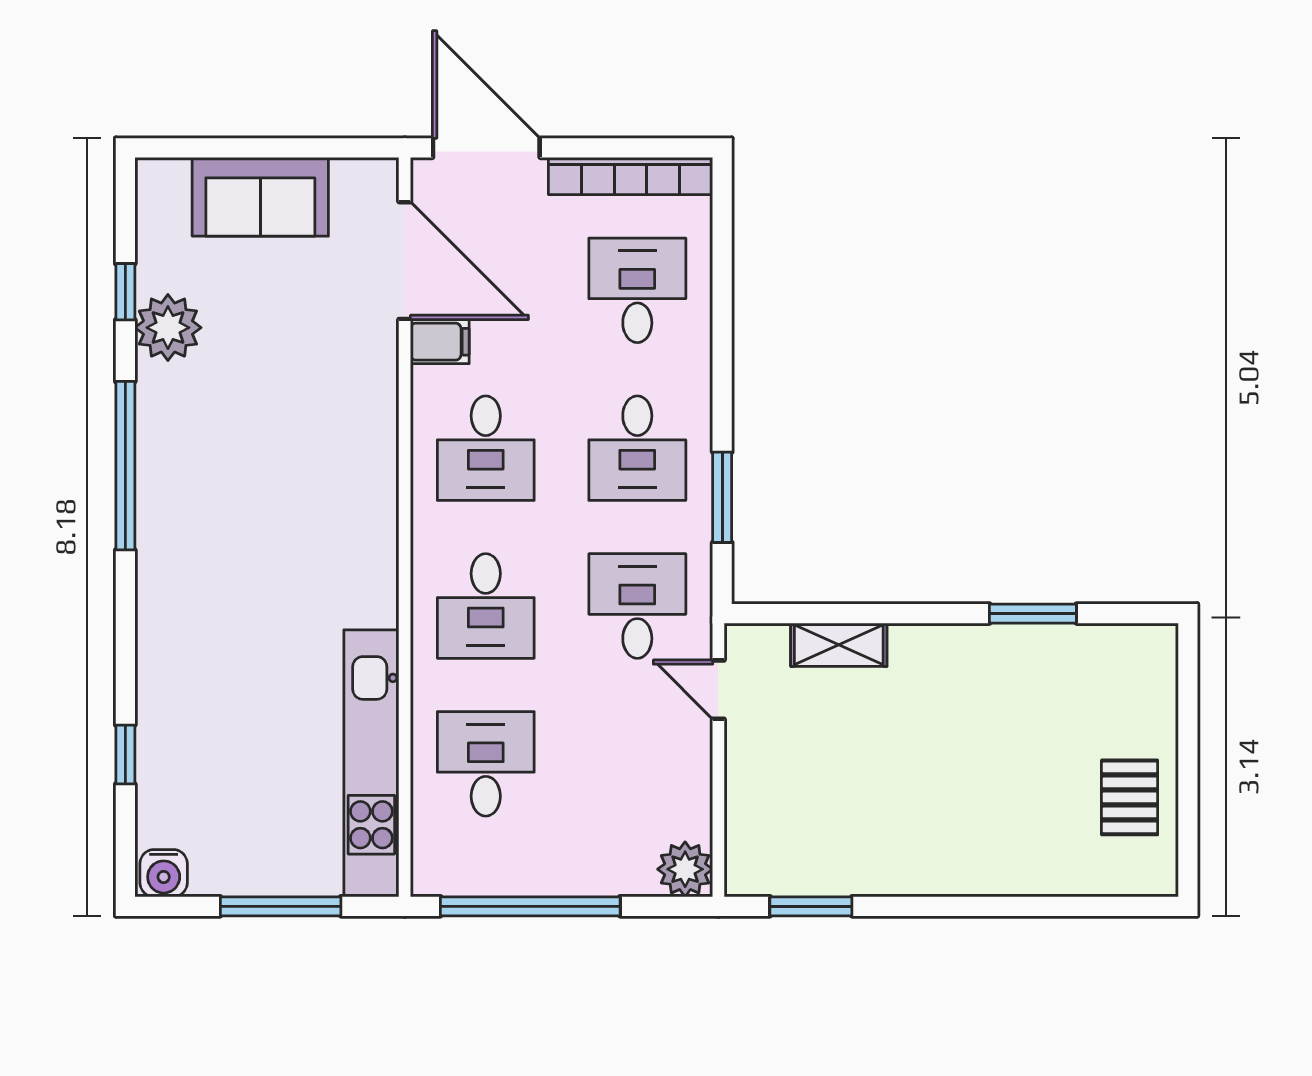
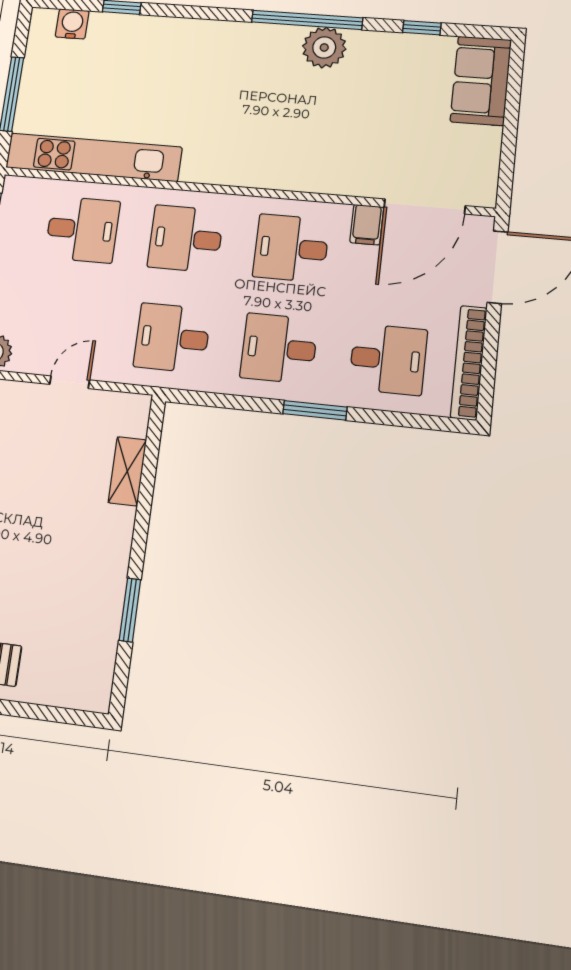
sofa: (260, 197) -> (481, 81), moved
plant: (168, 328) -> (324, 48), moved
window: (722, 497) -> (315, 410), moved
desk: (637, 606) -> (172, 338), turned 180
door: (718, 690) -> (70, 382), moved
water cooler: (164, 873) -> (72, 24), moved, turned 90

